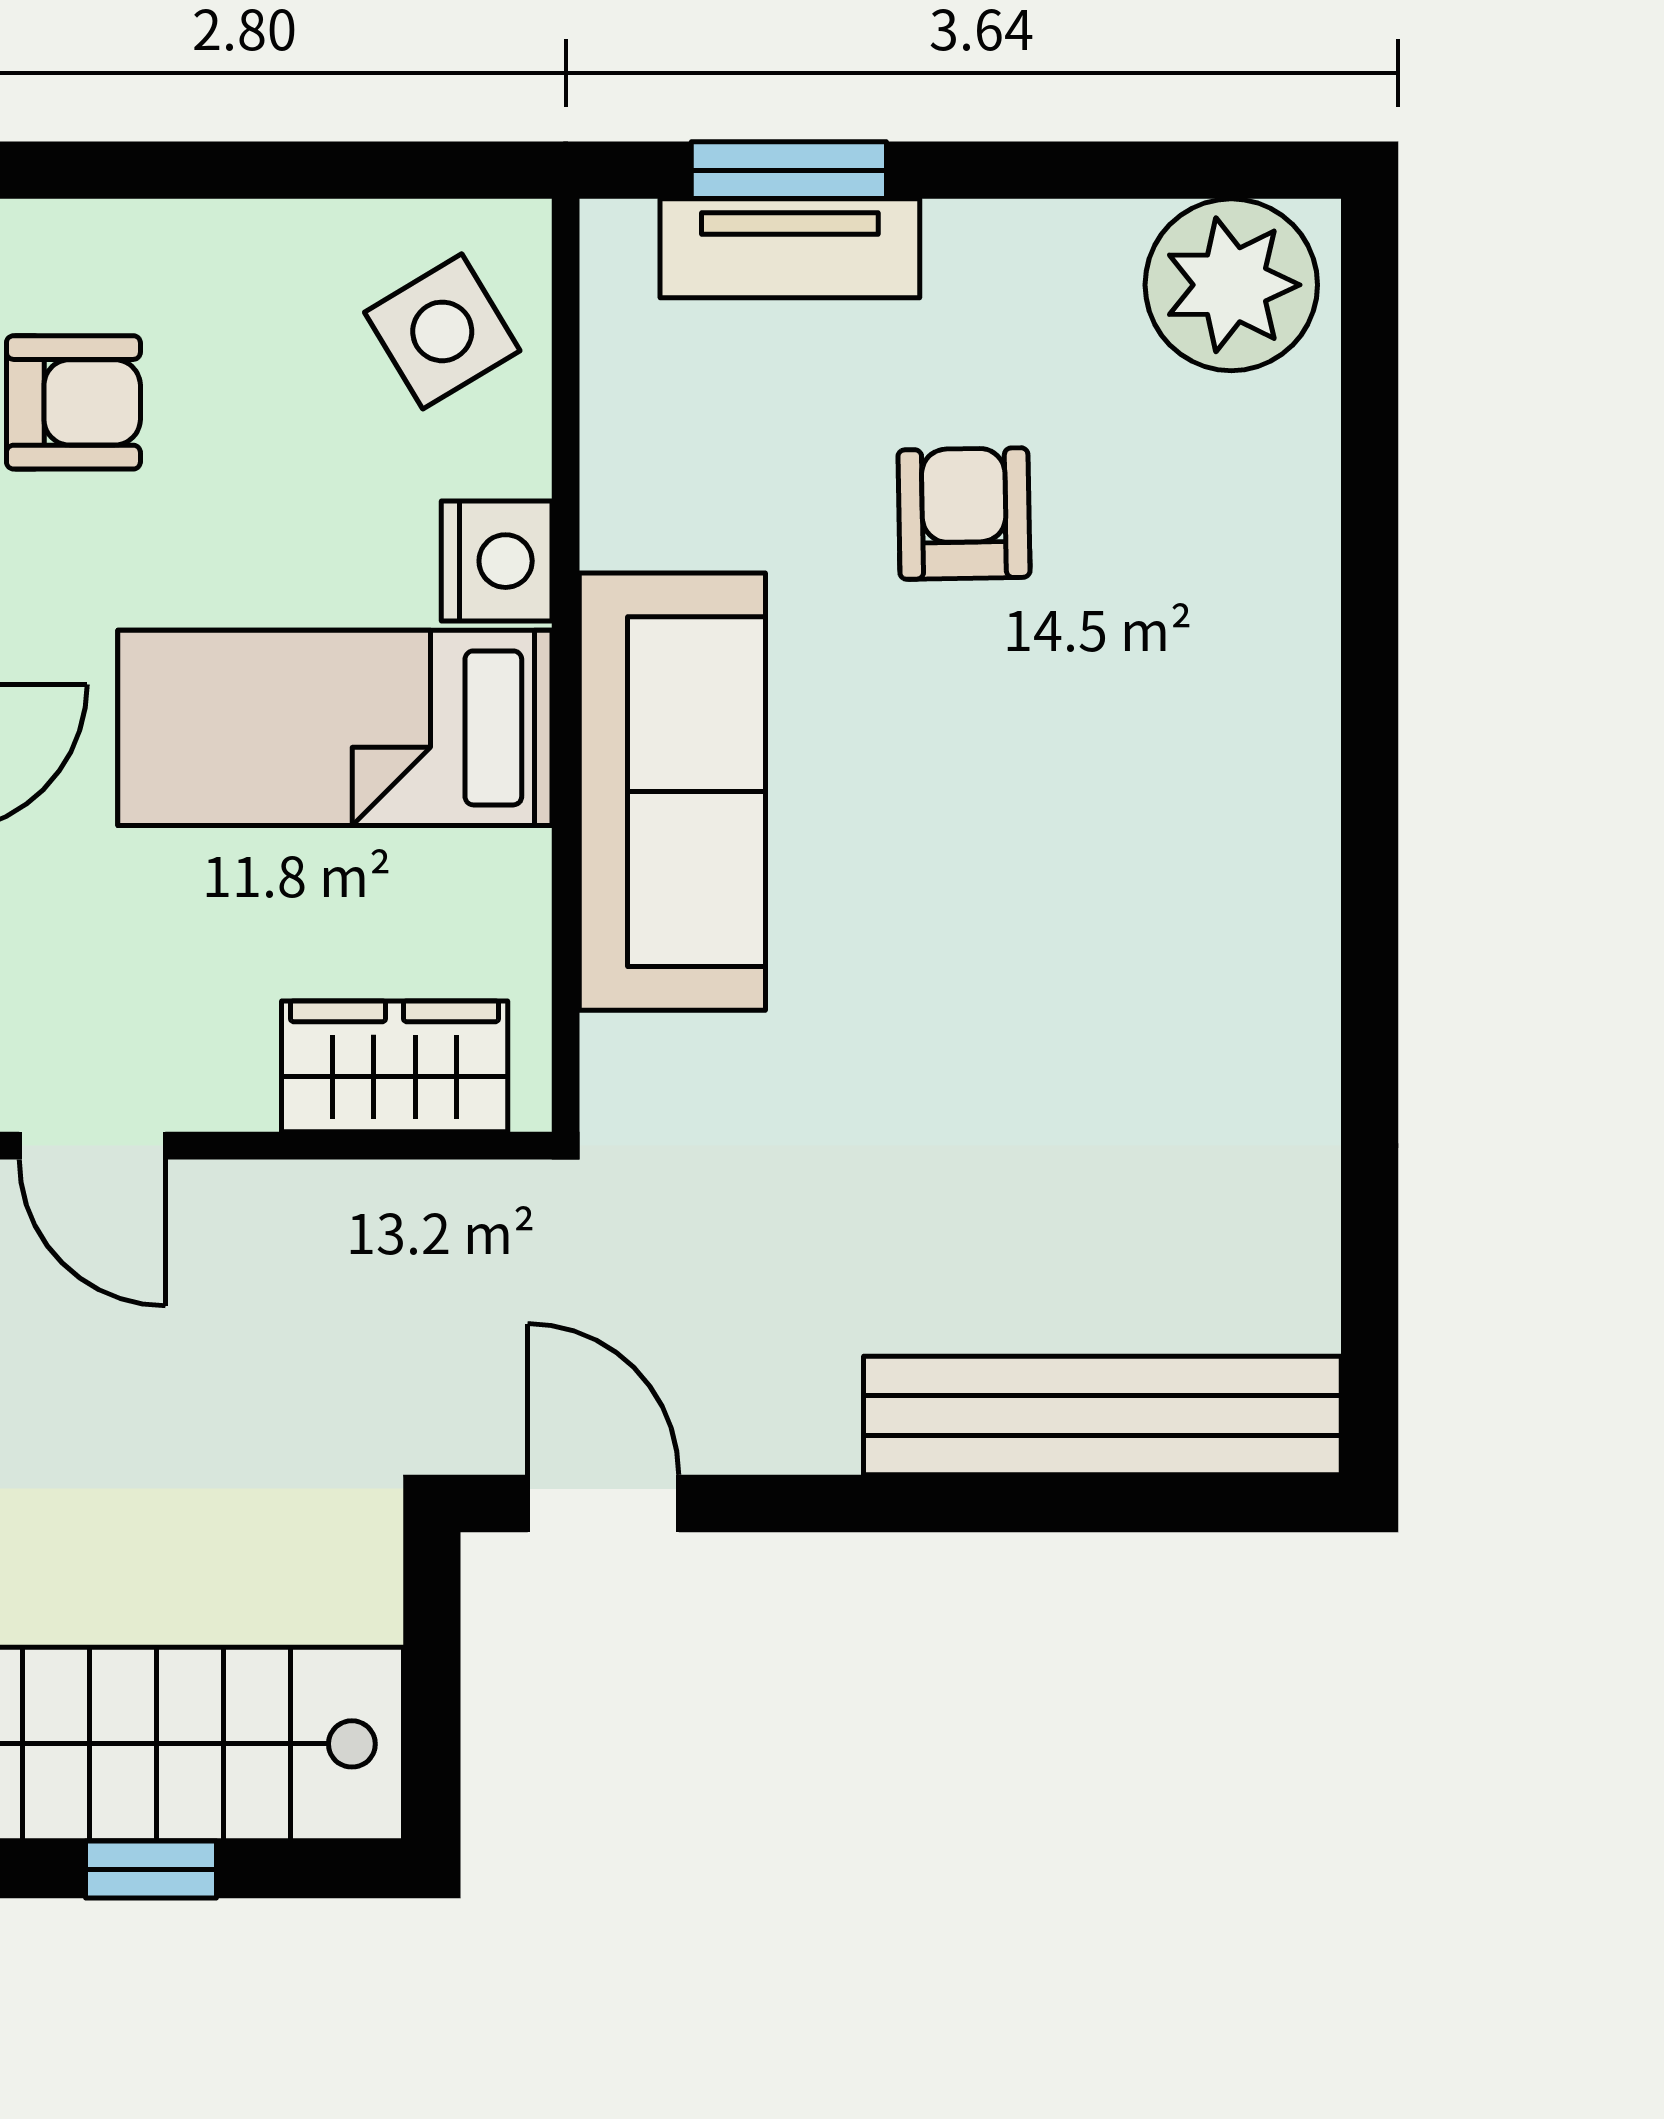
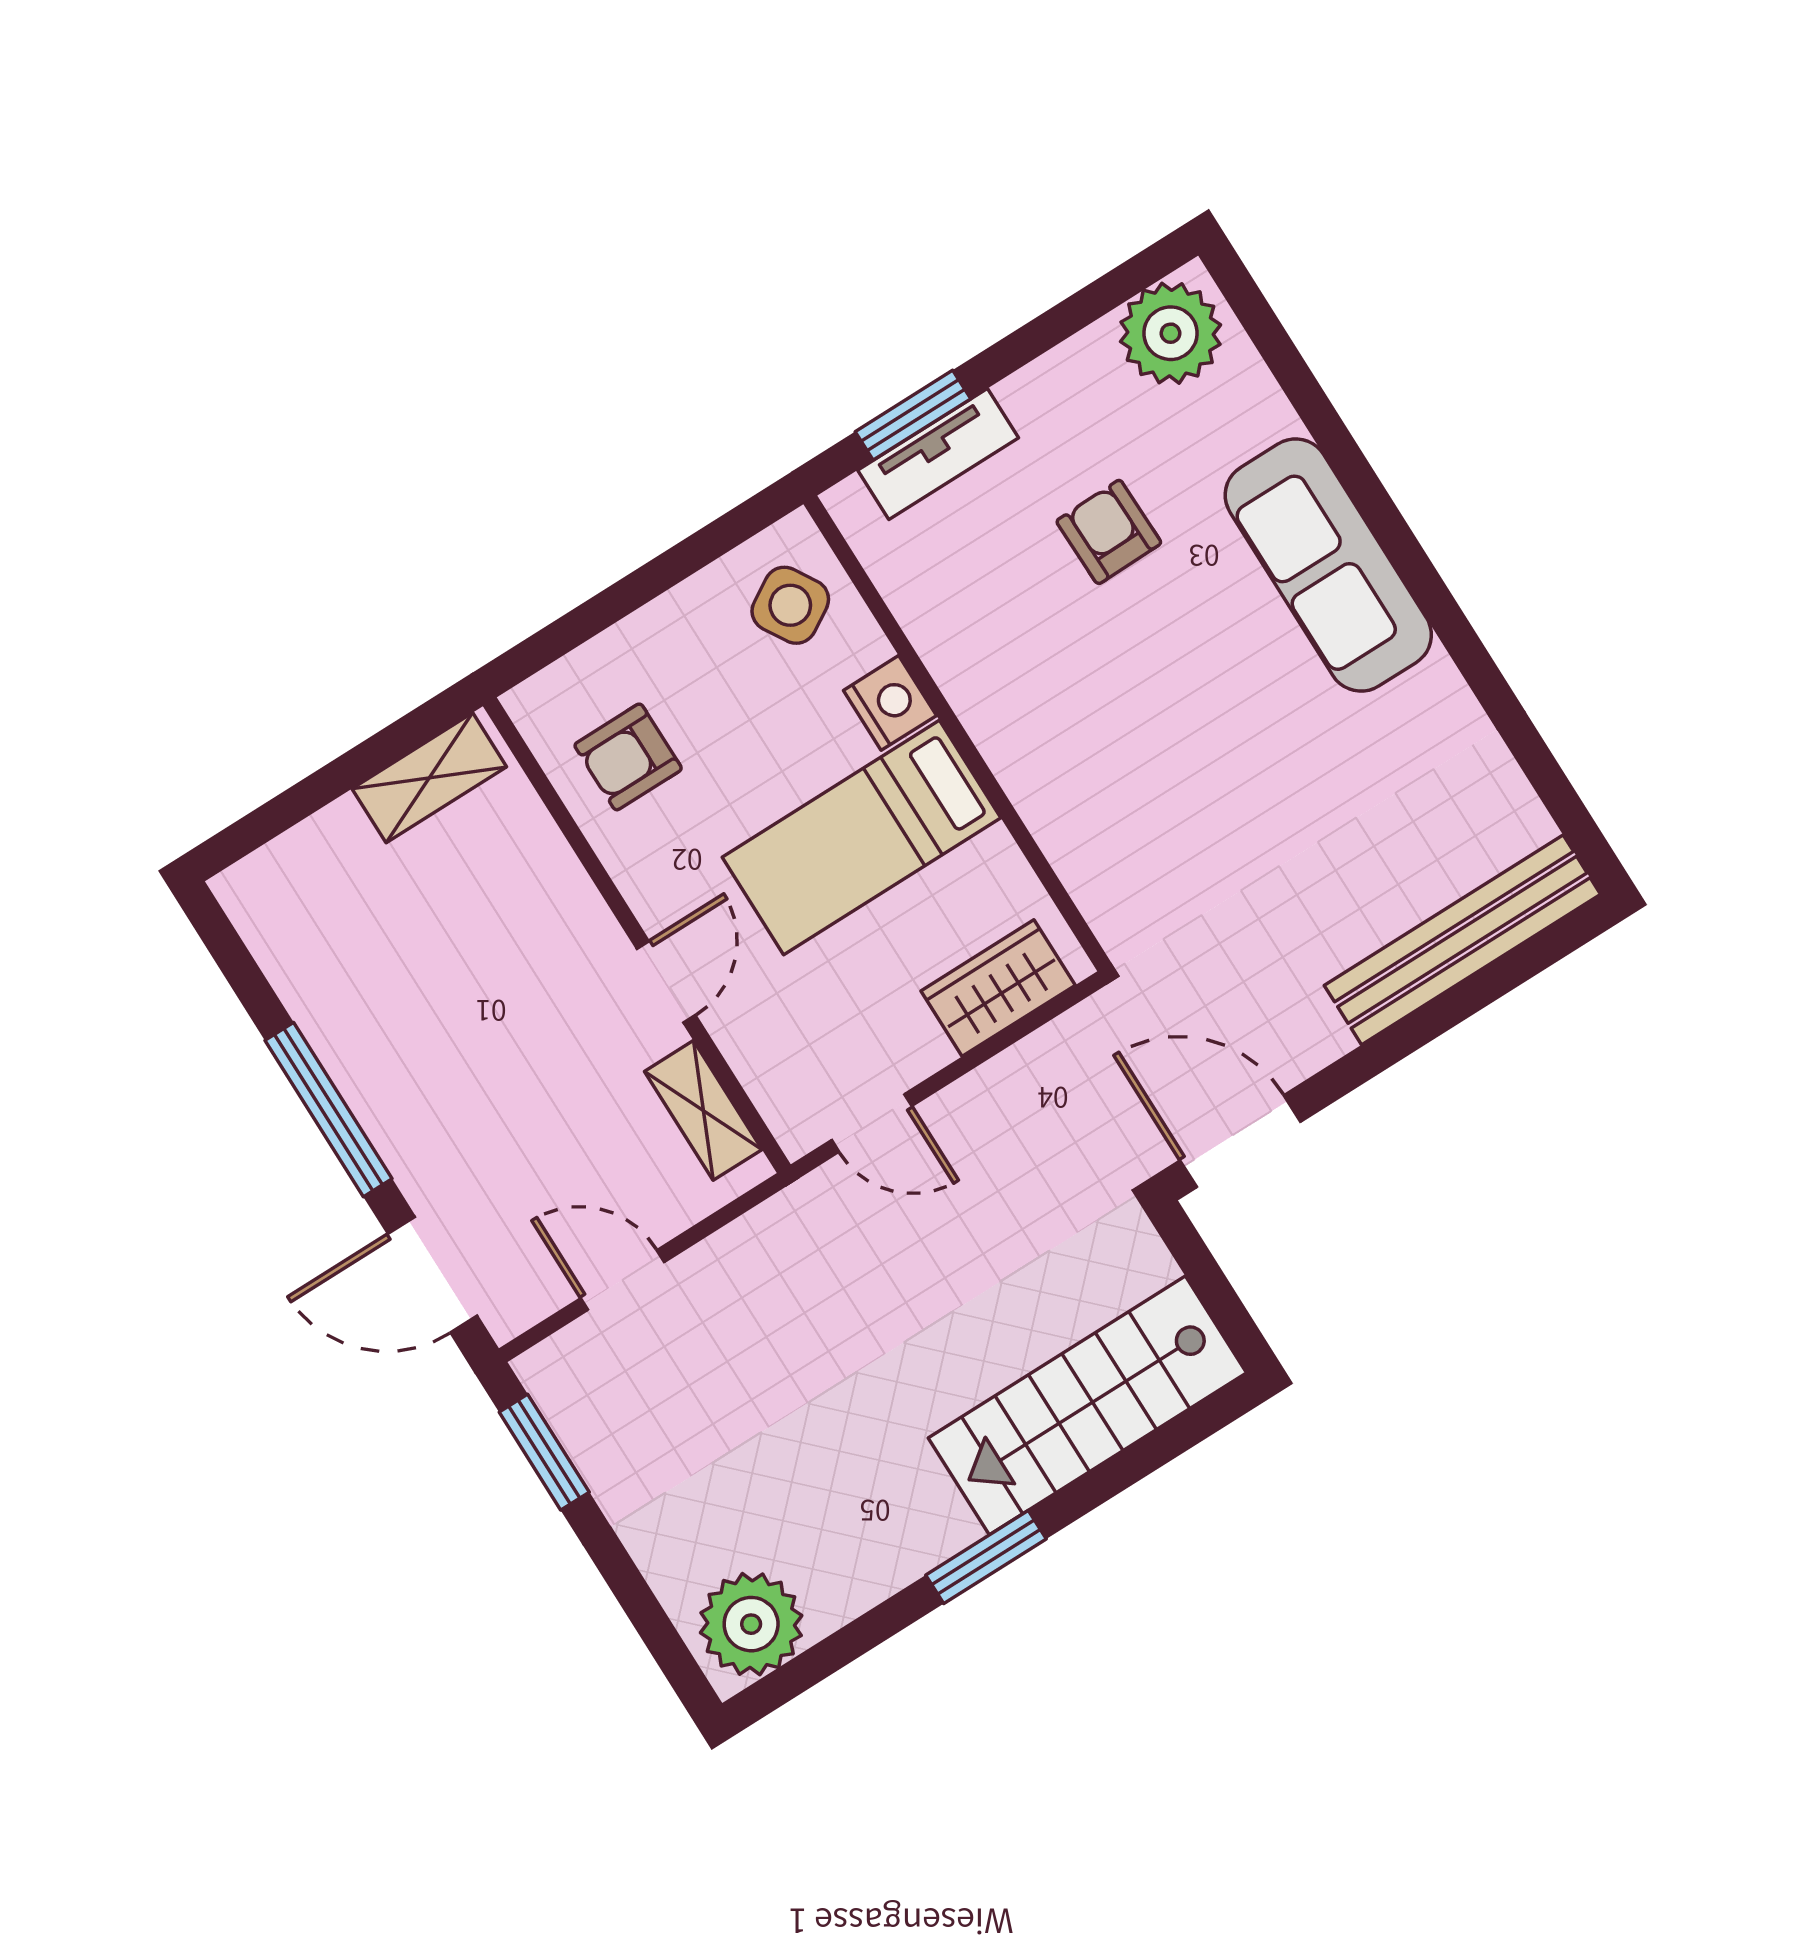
armchair: (73, 402) -> (628, 757), turned 180
sofa: (672, 792) -> (1328, 565), moved, turned 180
door: (603, 1504) -> (1240, 1141), width x1.38
window: (151, 1870) -> (1129, 1467), removed

